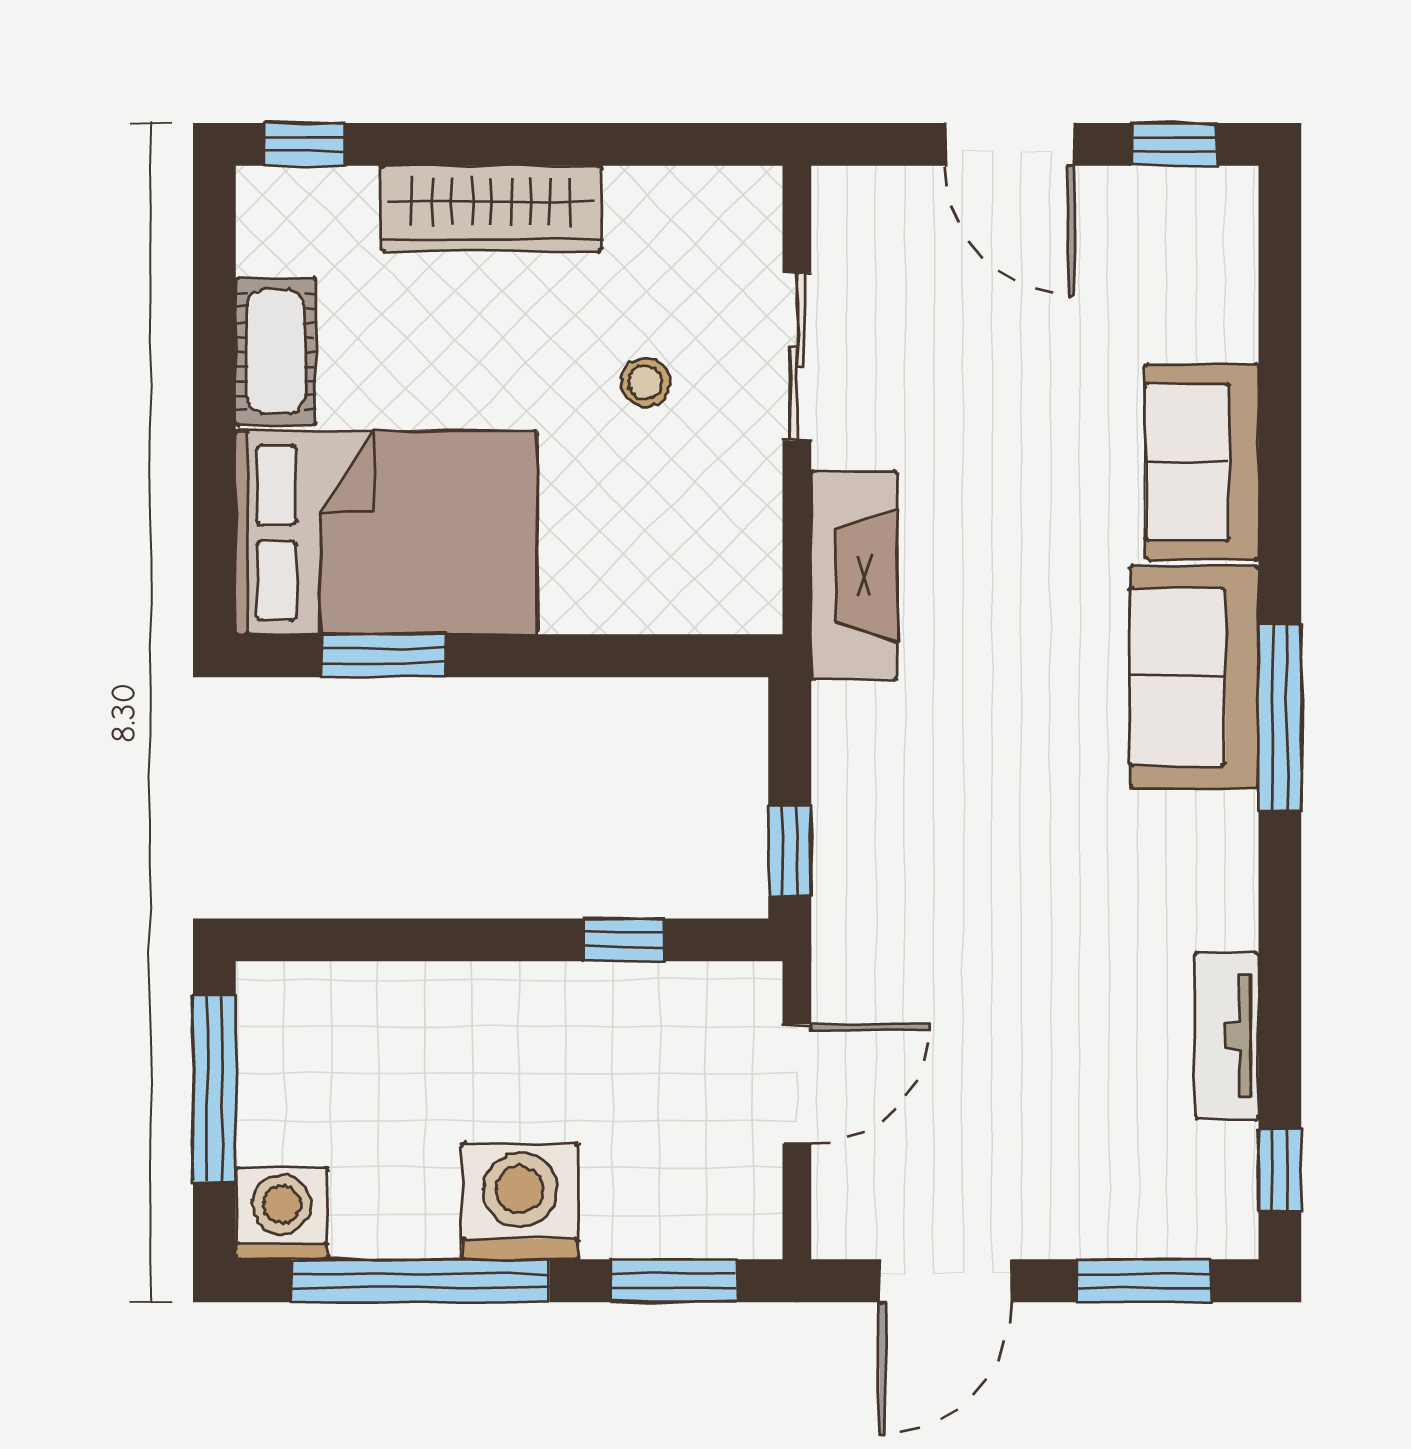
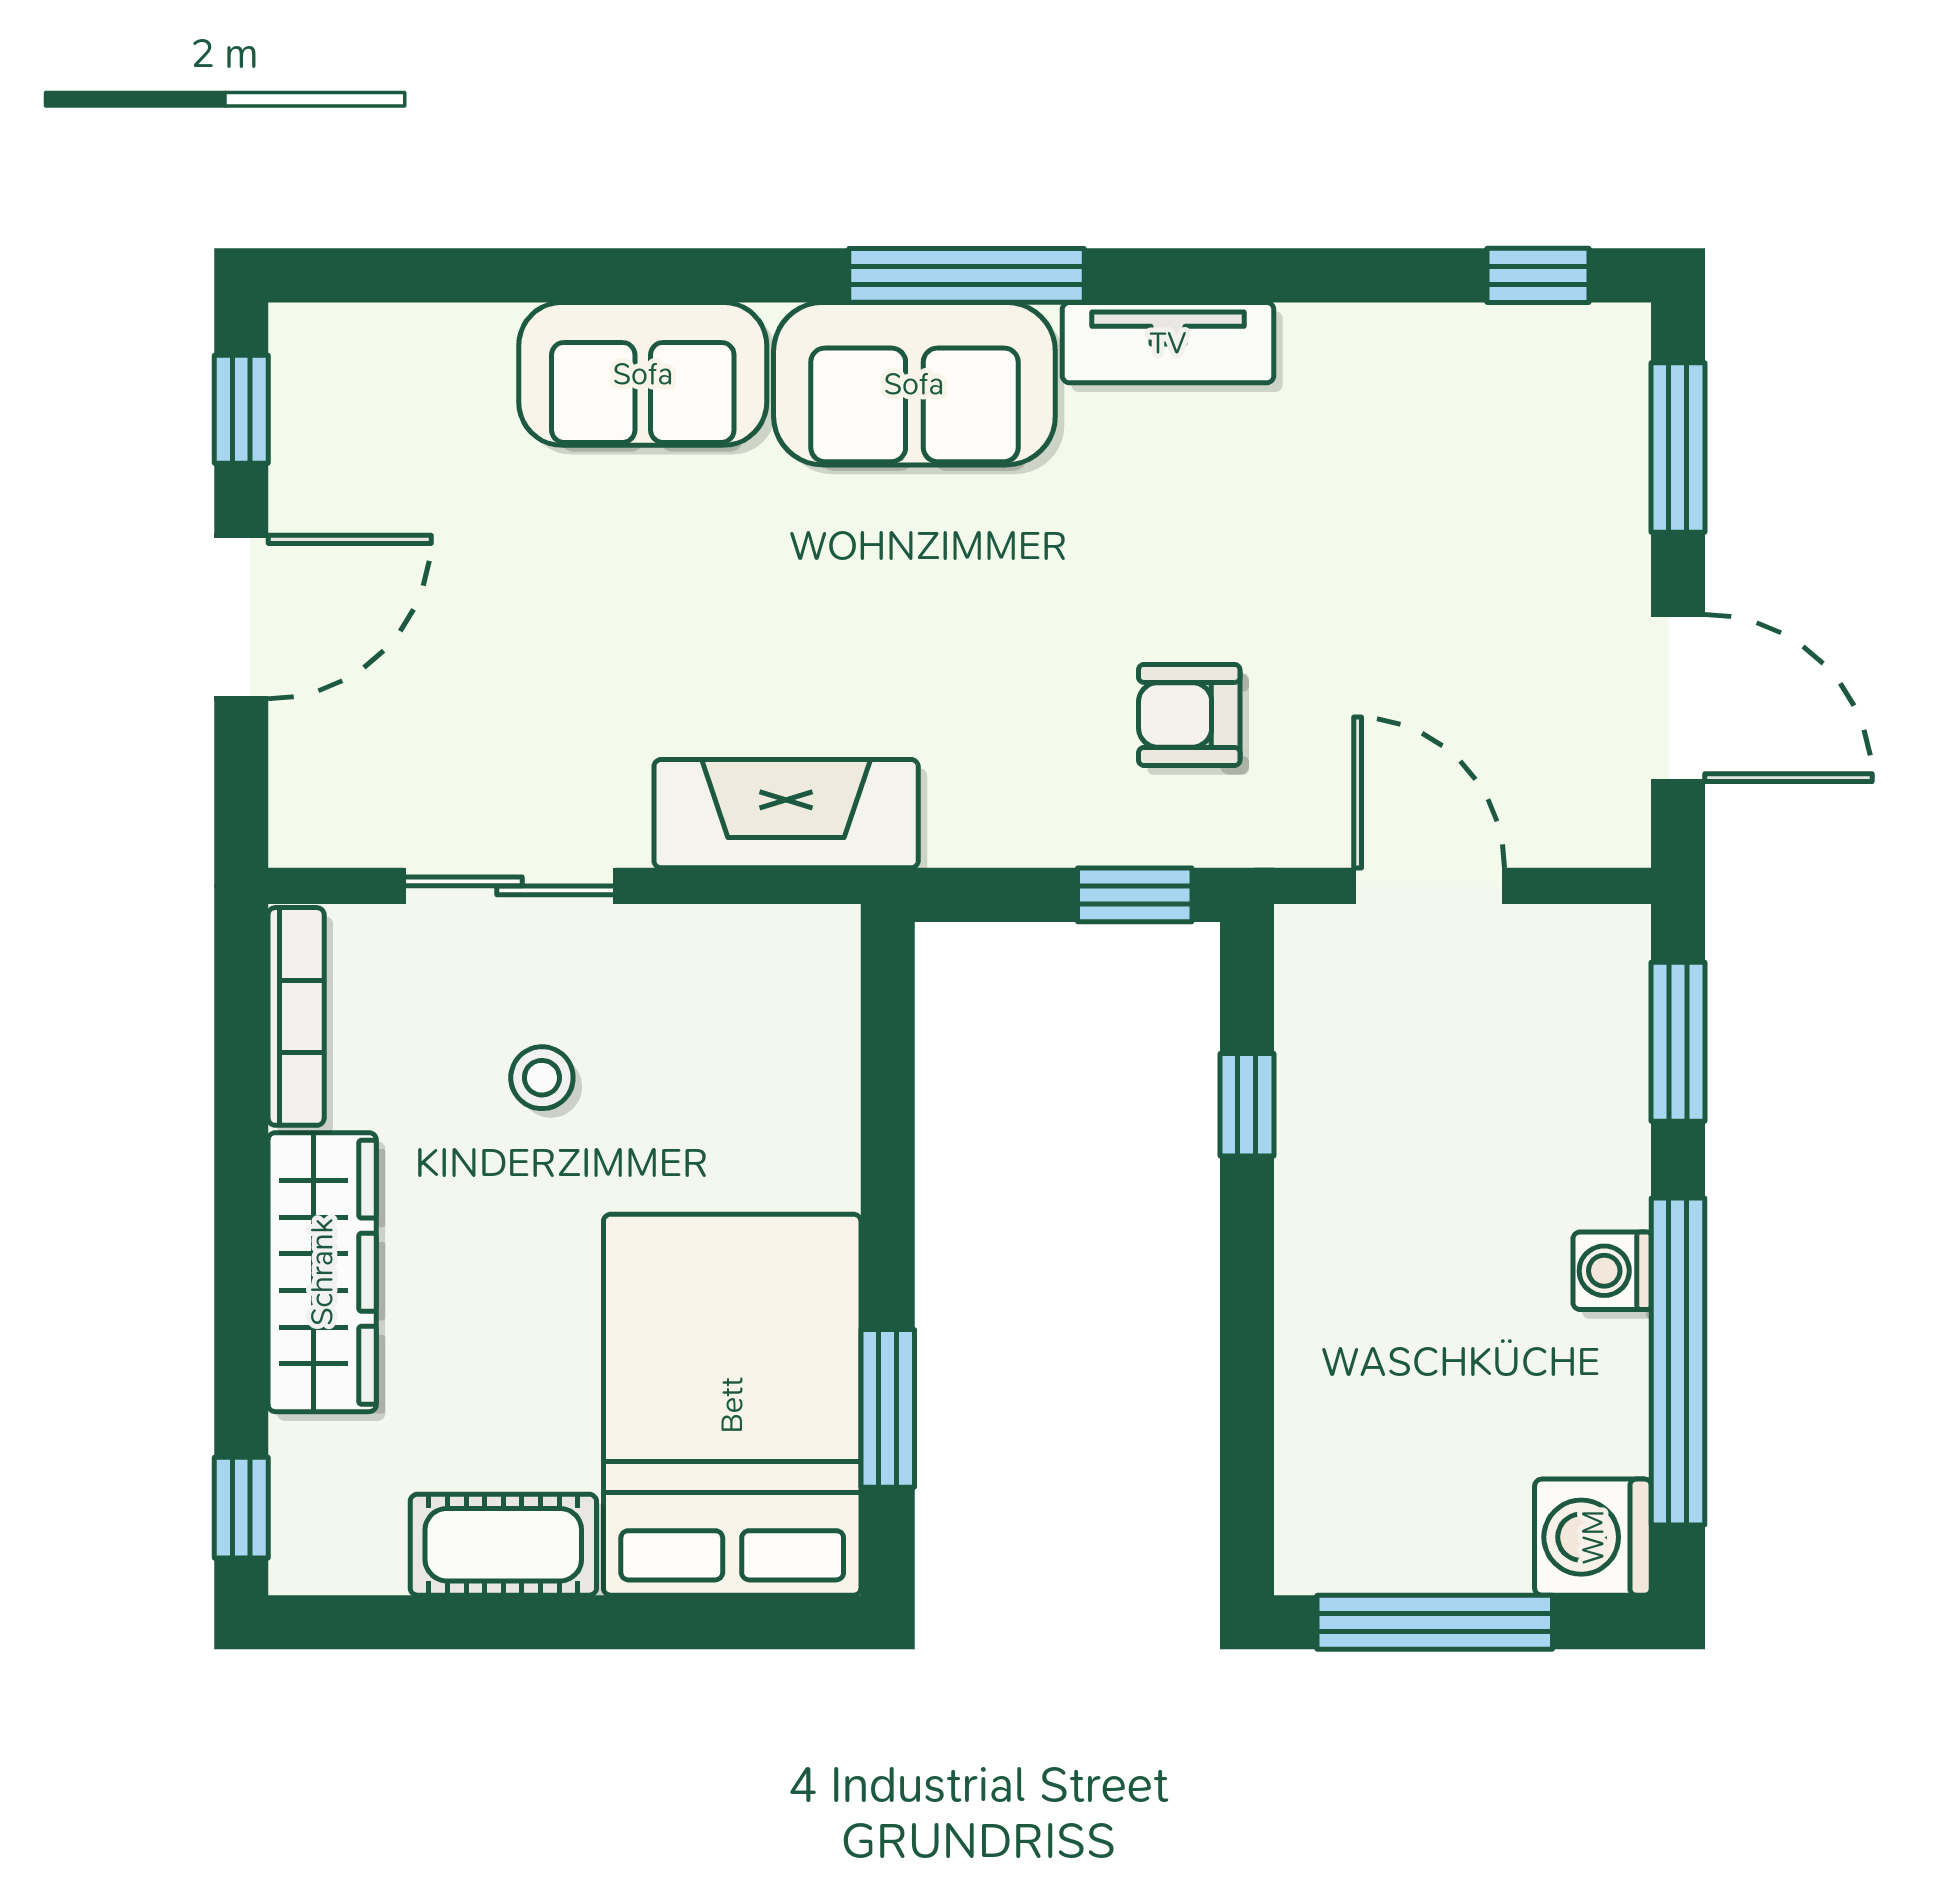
bookcase: (694, 188) -> (296, 1016), added
armchair: (932, 894) -> (1189, 715), added
tv unit: (1227, 1036) -> (1168, 343), moved
washing machine: (520, 1201) -> (1612, 1271), width x0.53, depth x0.53

